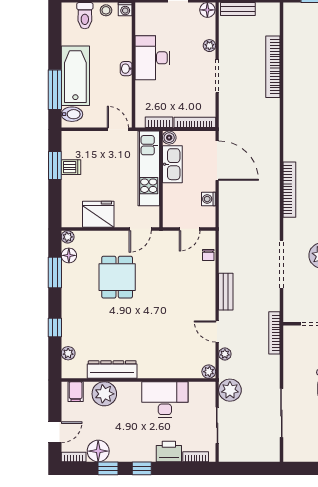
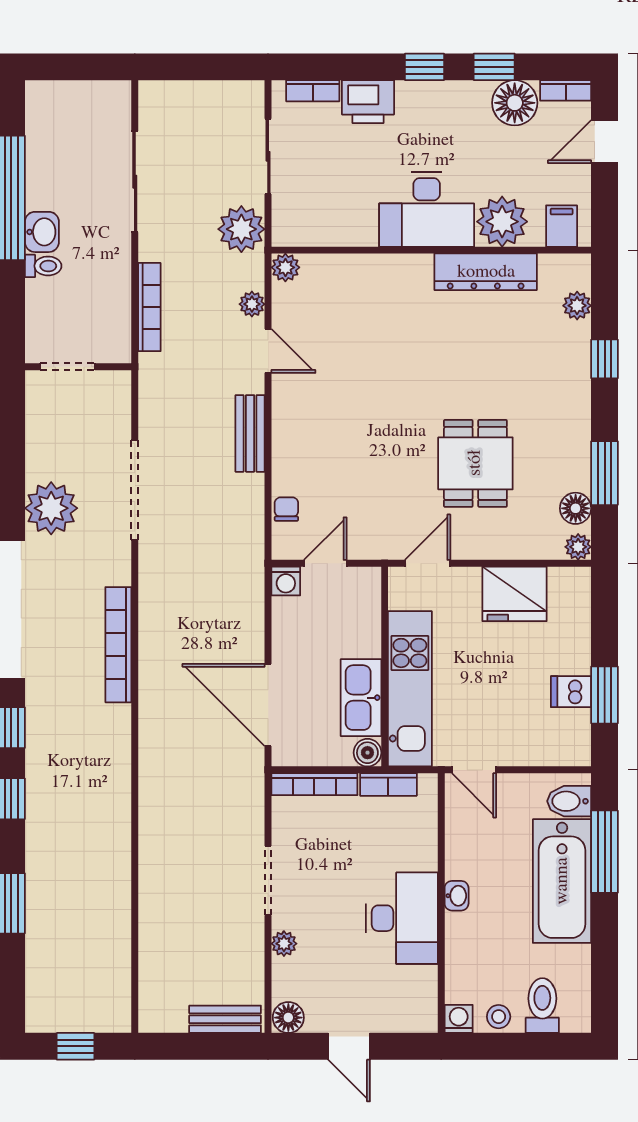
bookcase: (273, 67) -> (153, 900), removed
washing machine: (209, 199) -> (286, 581), moved, turned 90
bookcase: (274, 333) -> (149, 307), moved
desk: (165, 400) -> (427, 209), moved

